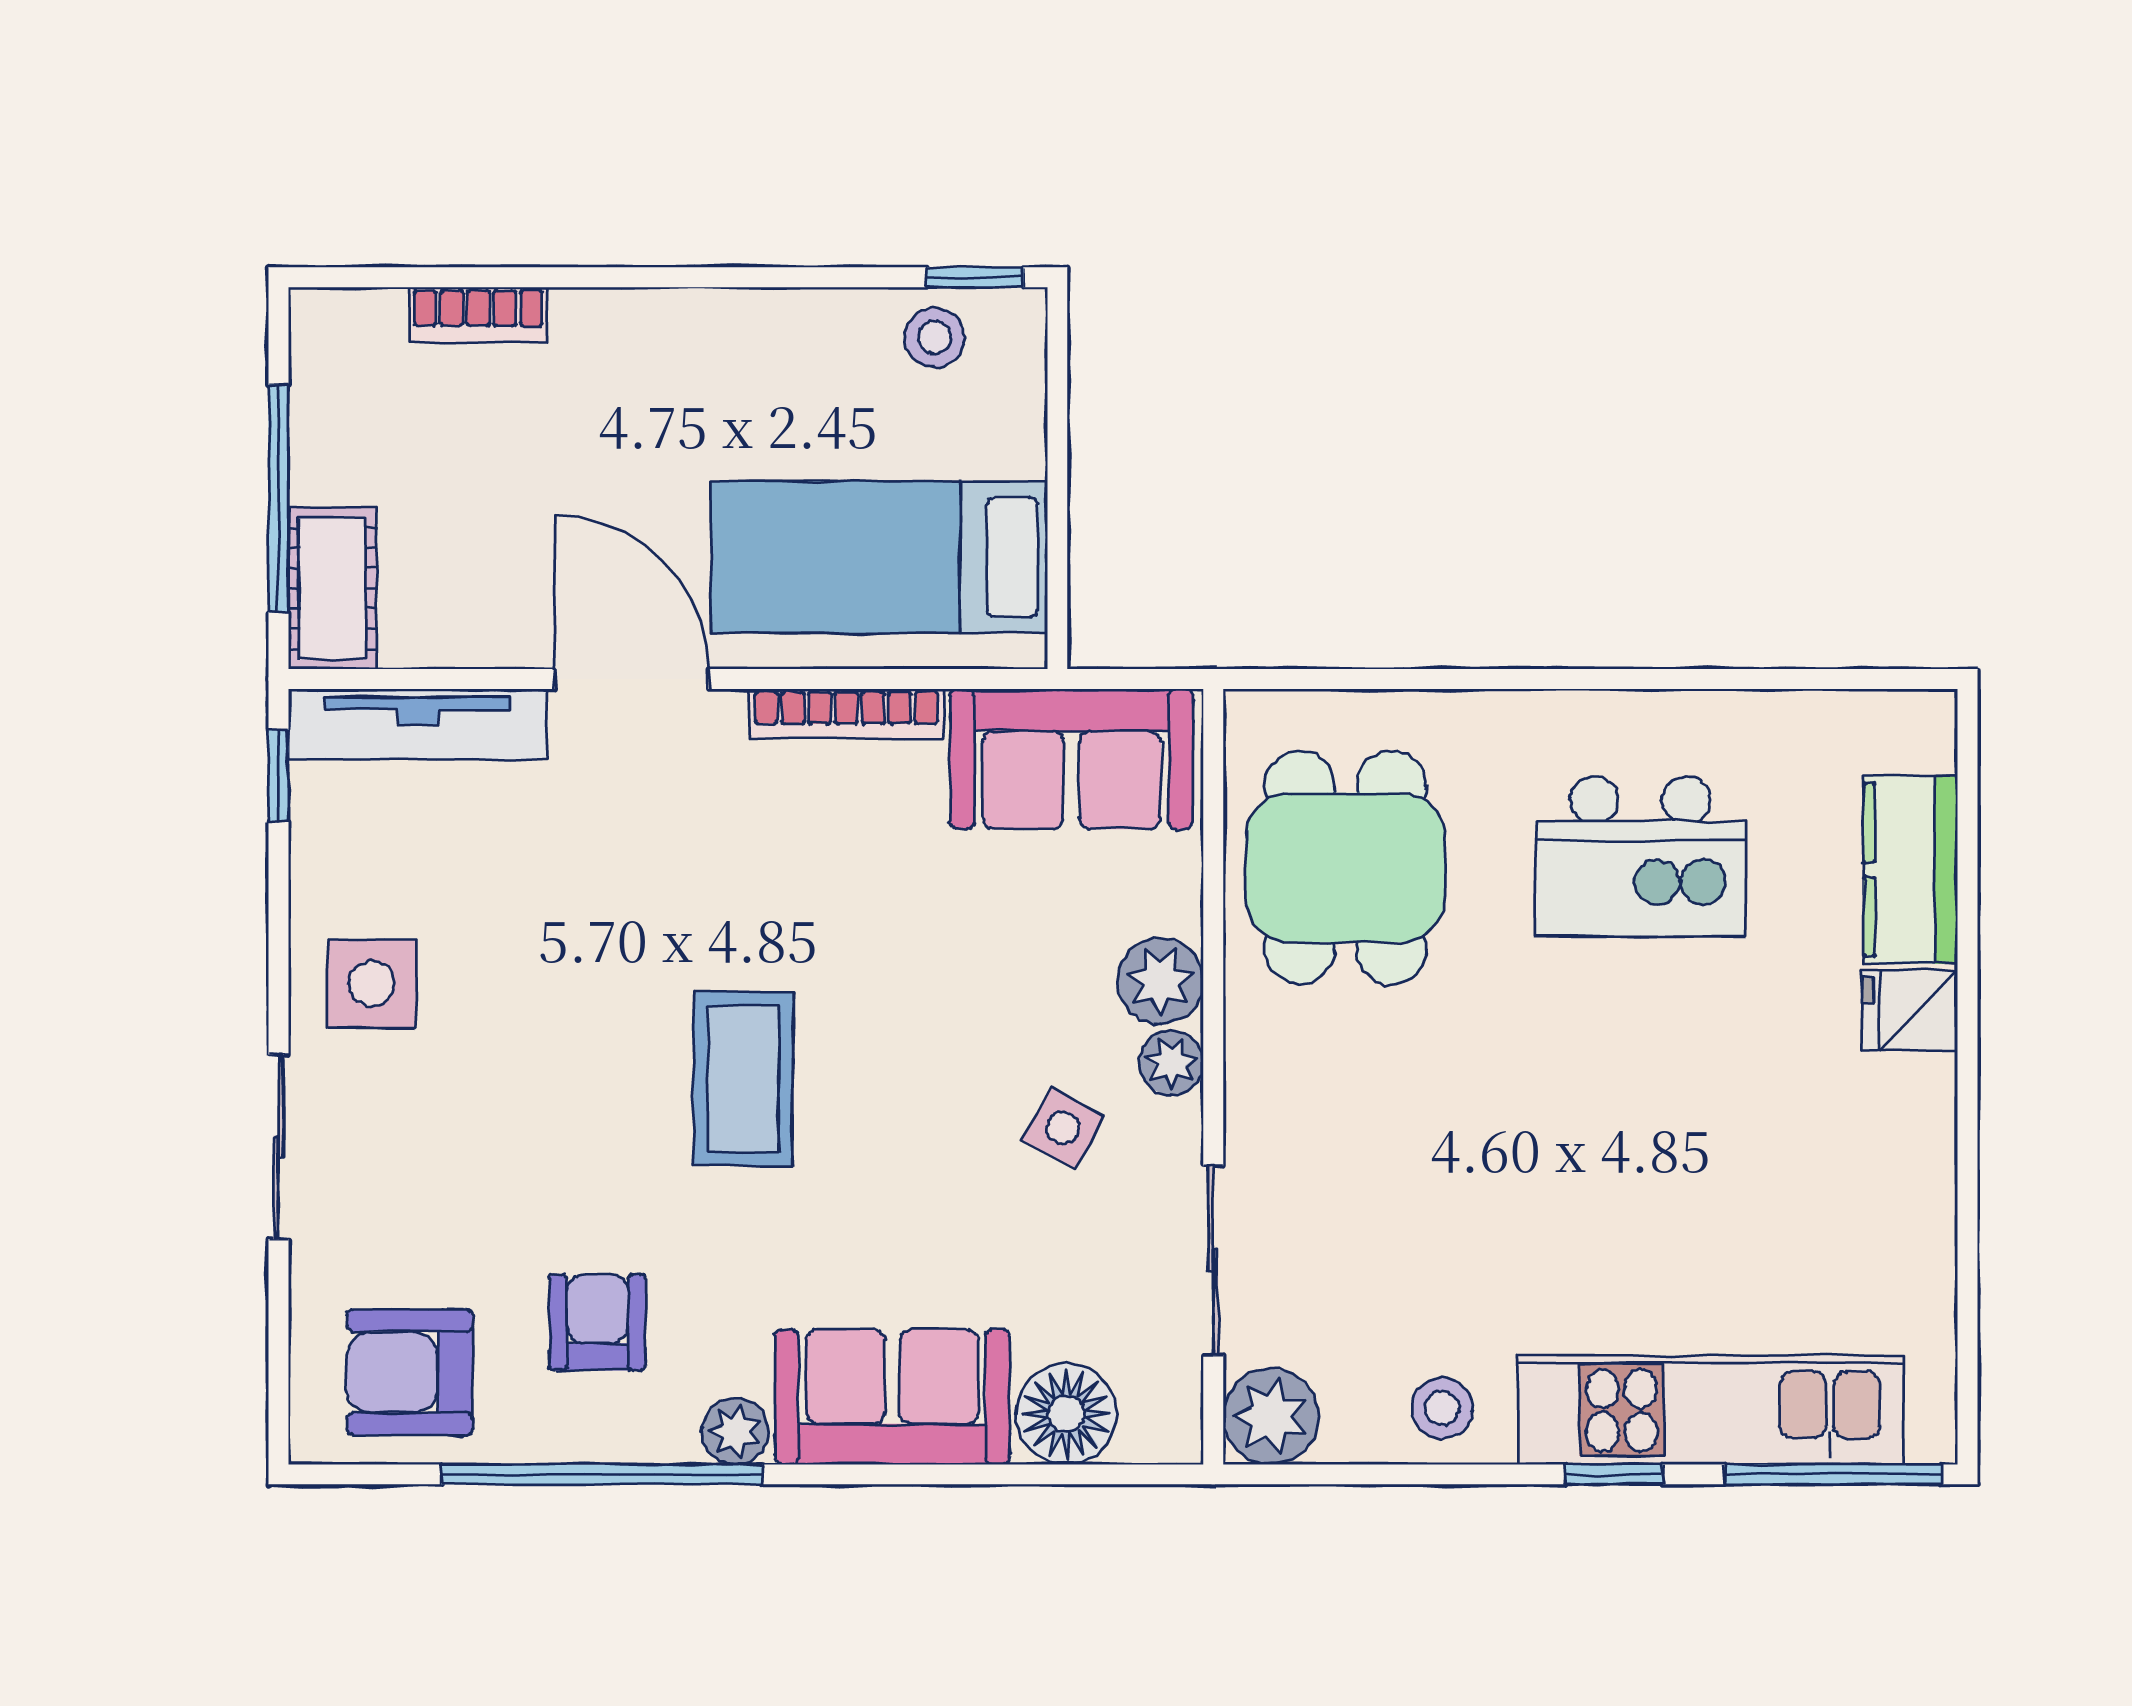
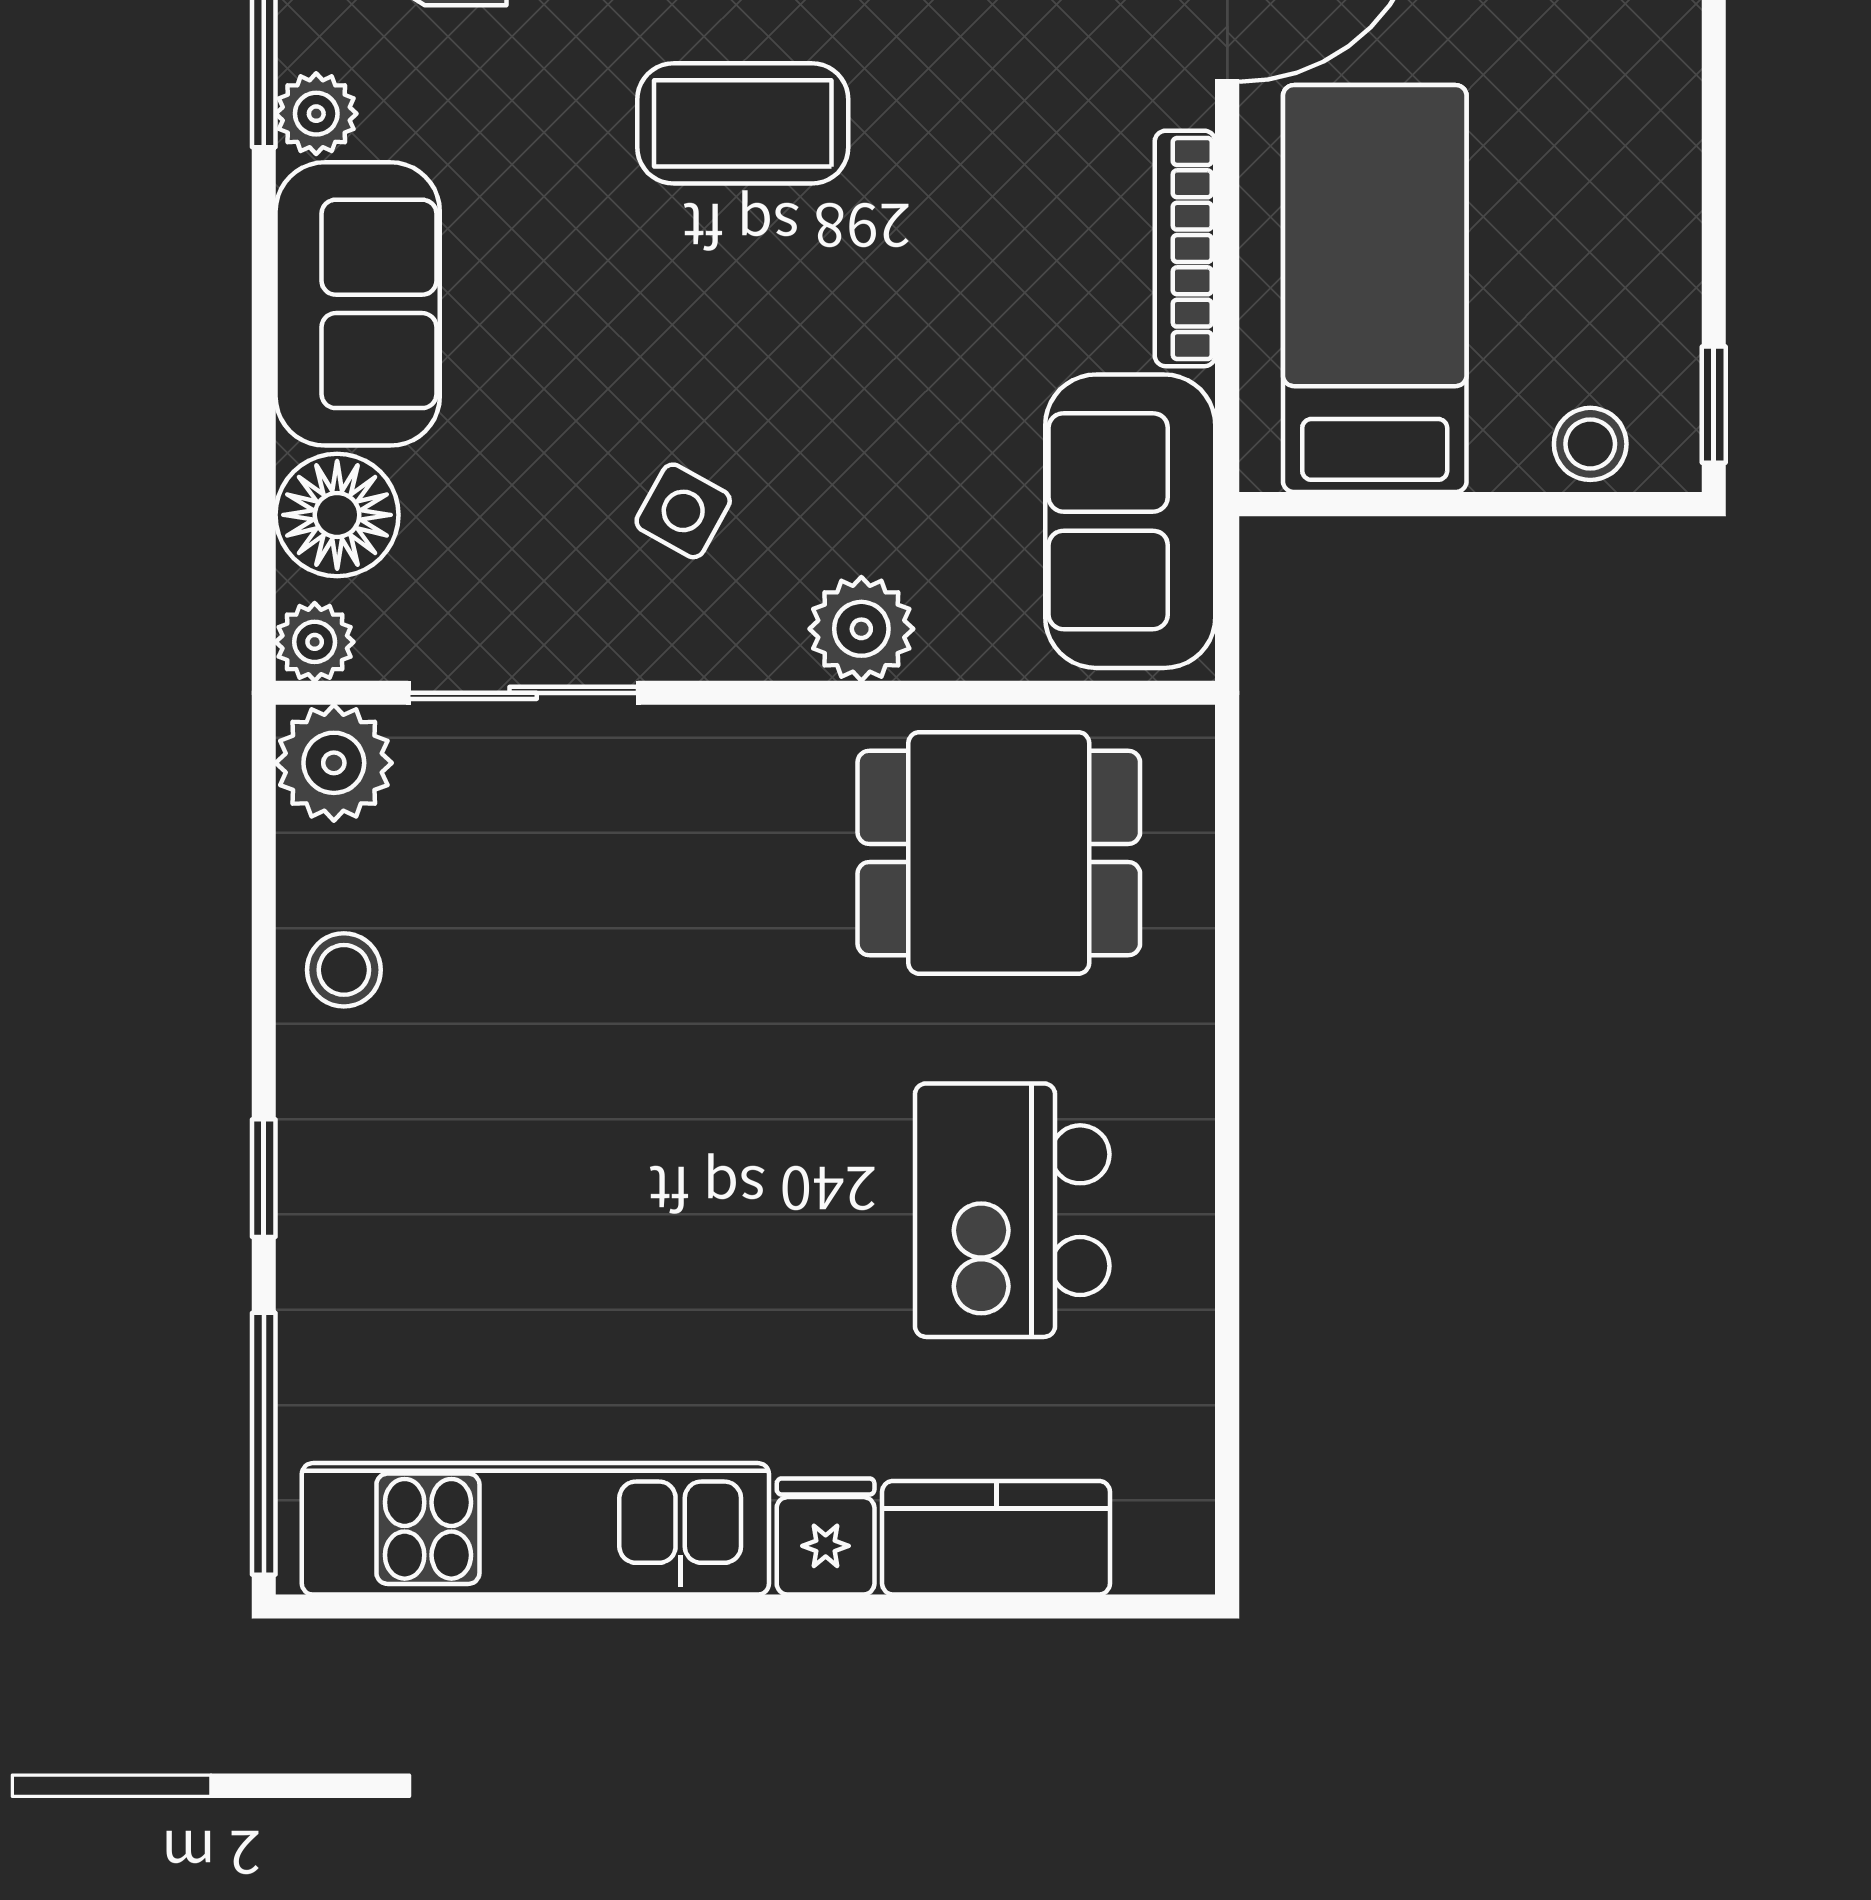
stool: (935, 337) -> (1590, 444), moved
plant: (1171, 1063) -> (315, 642), moved
kitchen unit: (1710, 1410) -> (535, 1529), moved, turned -90

